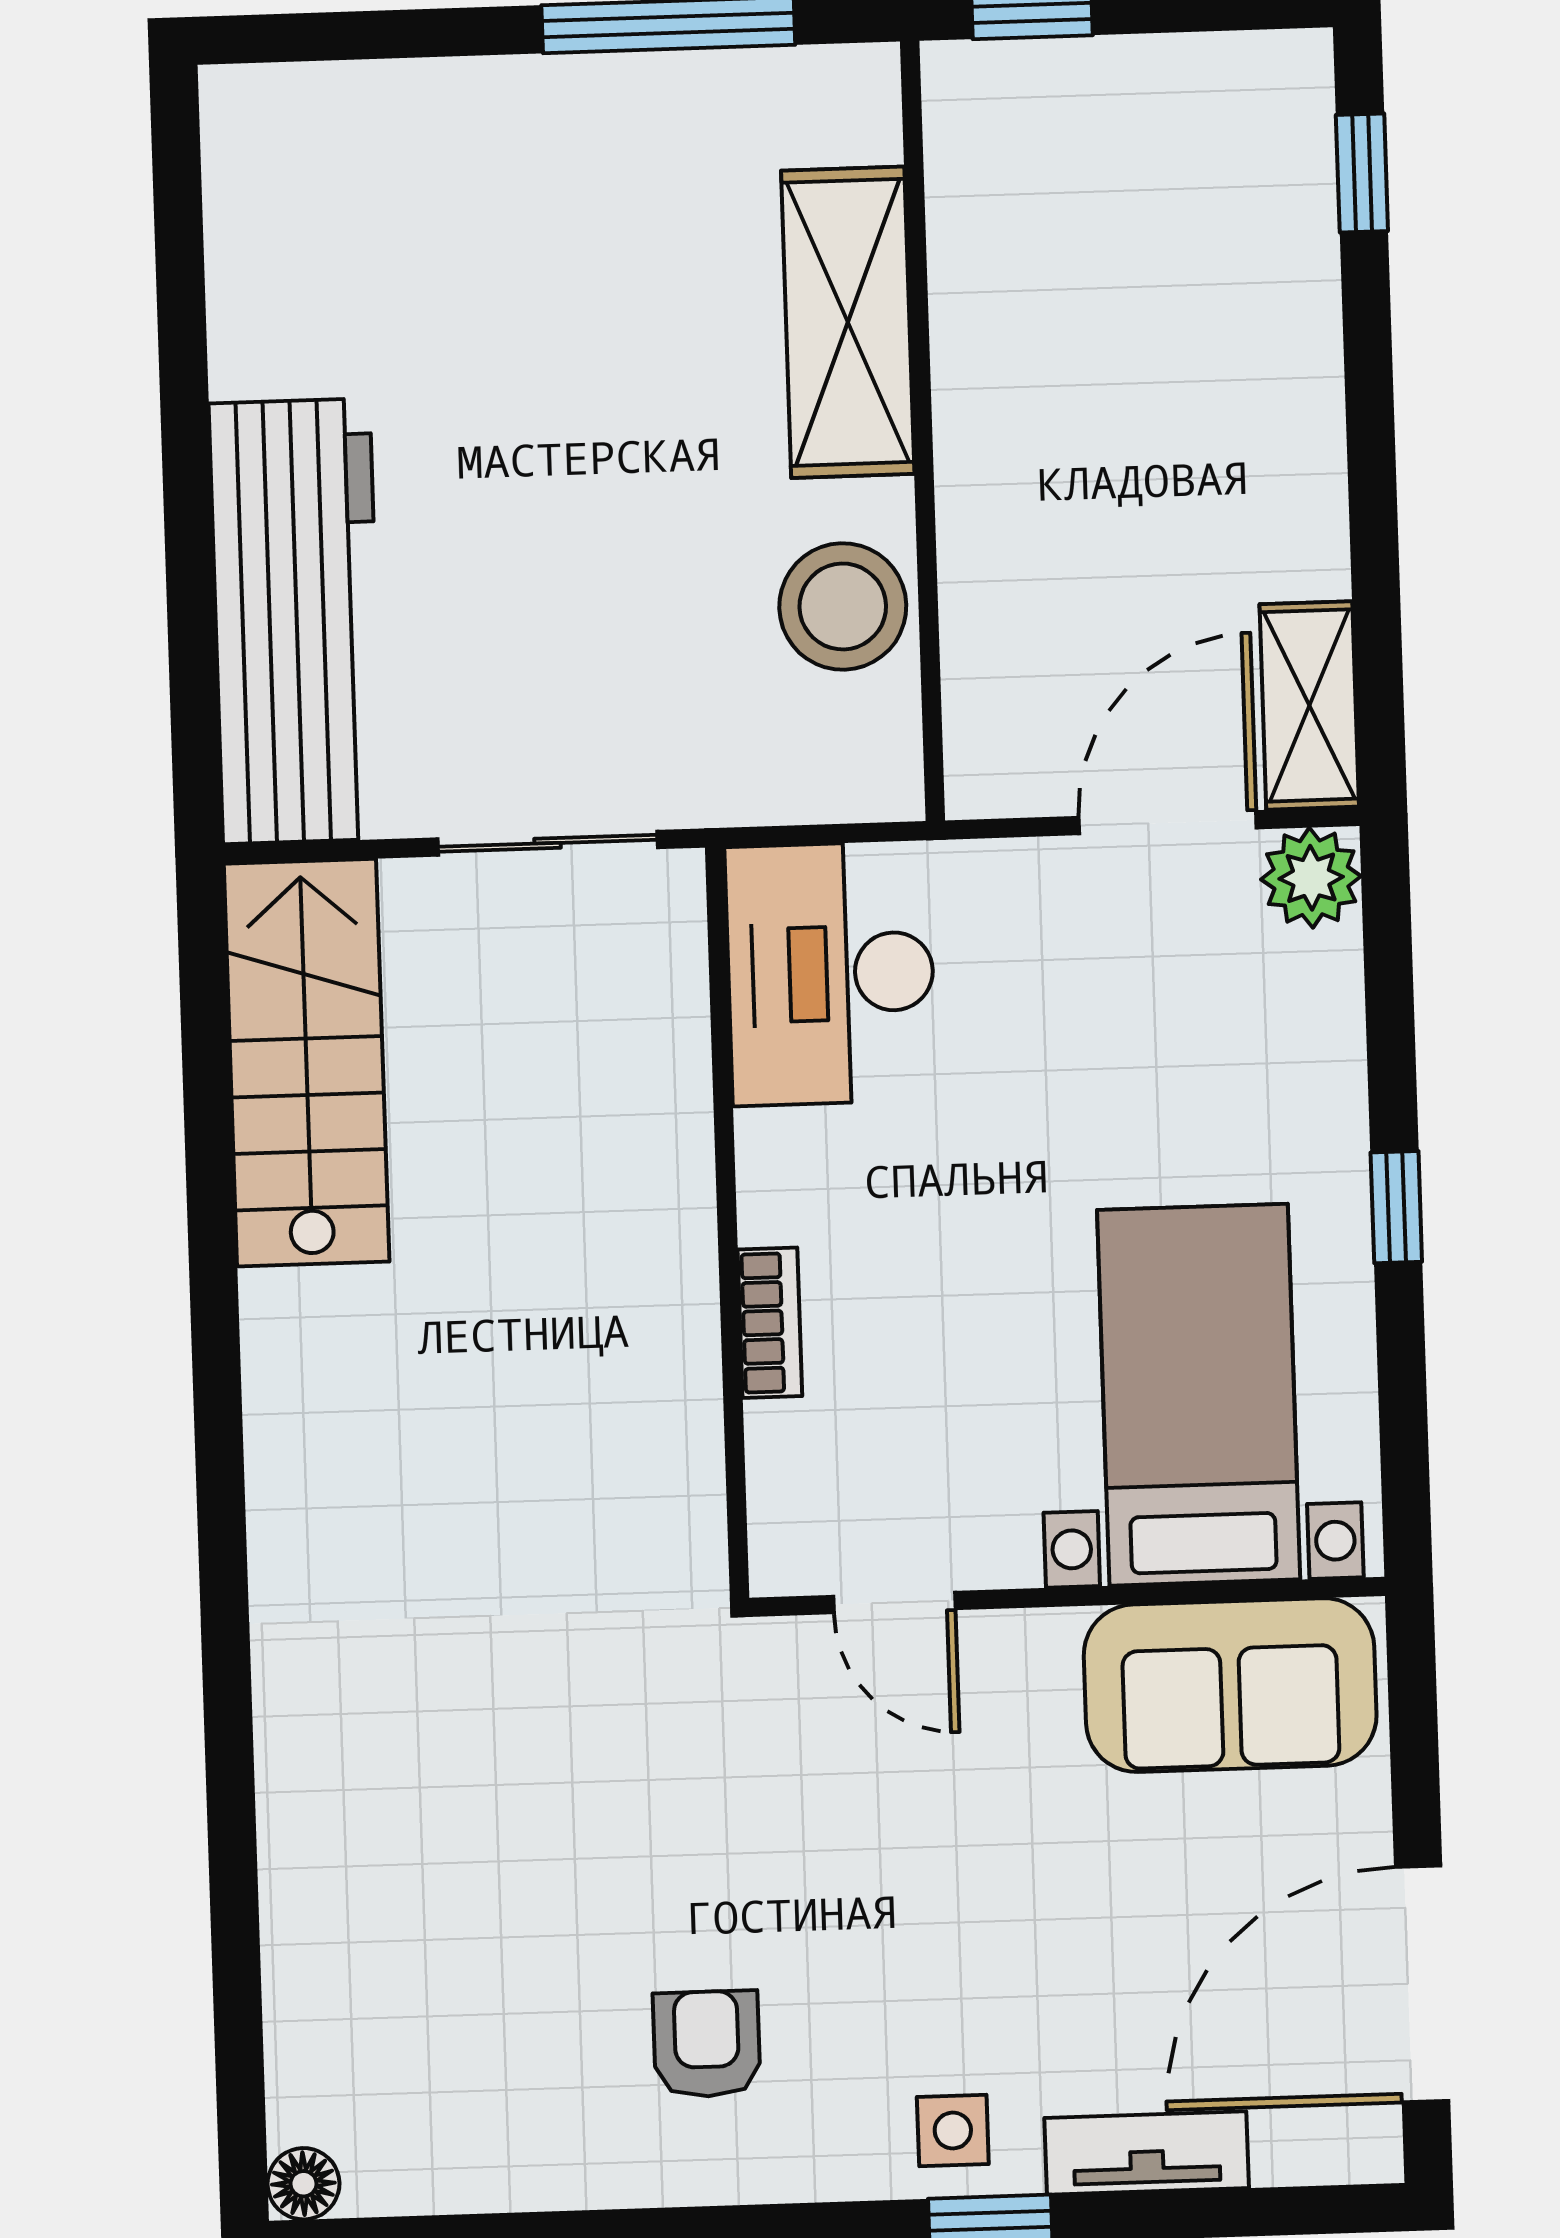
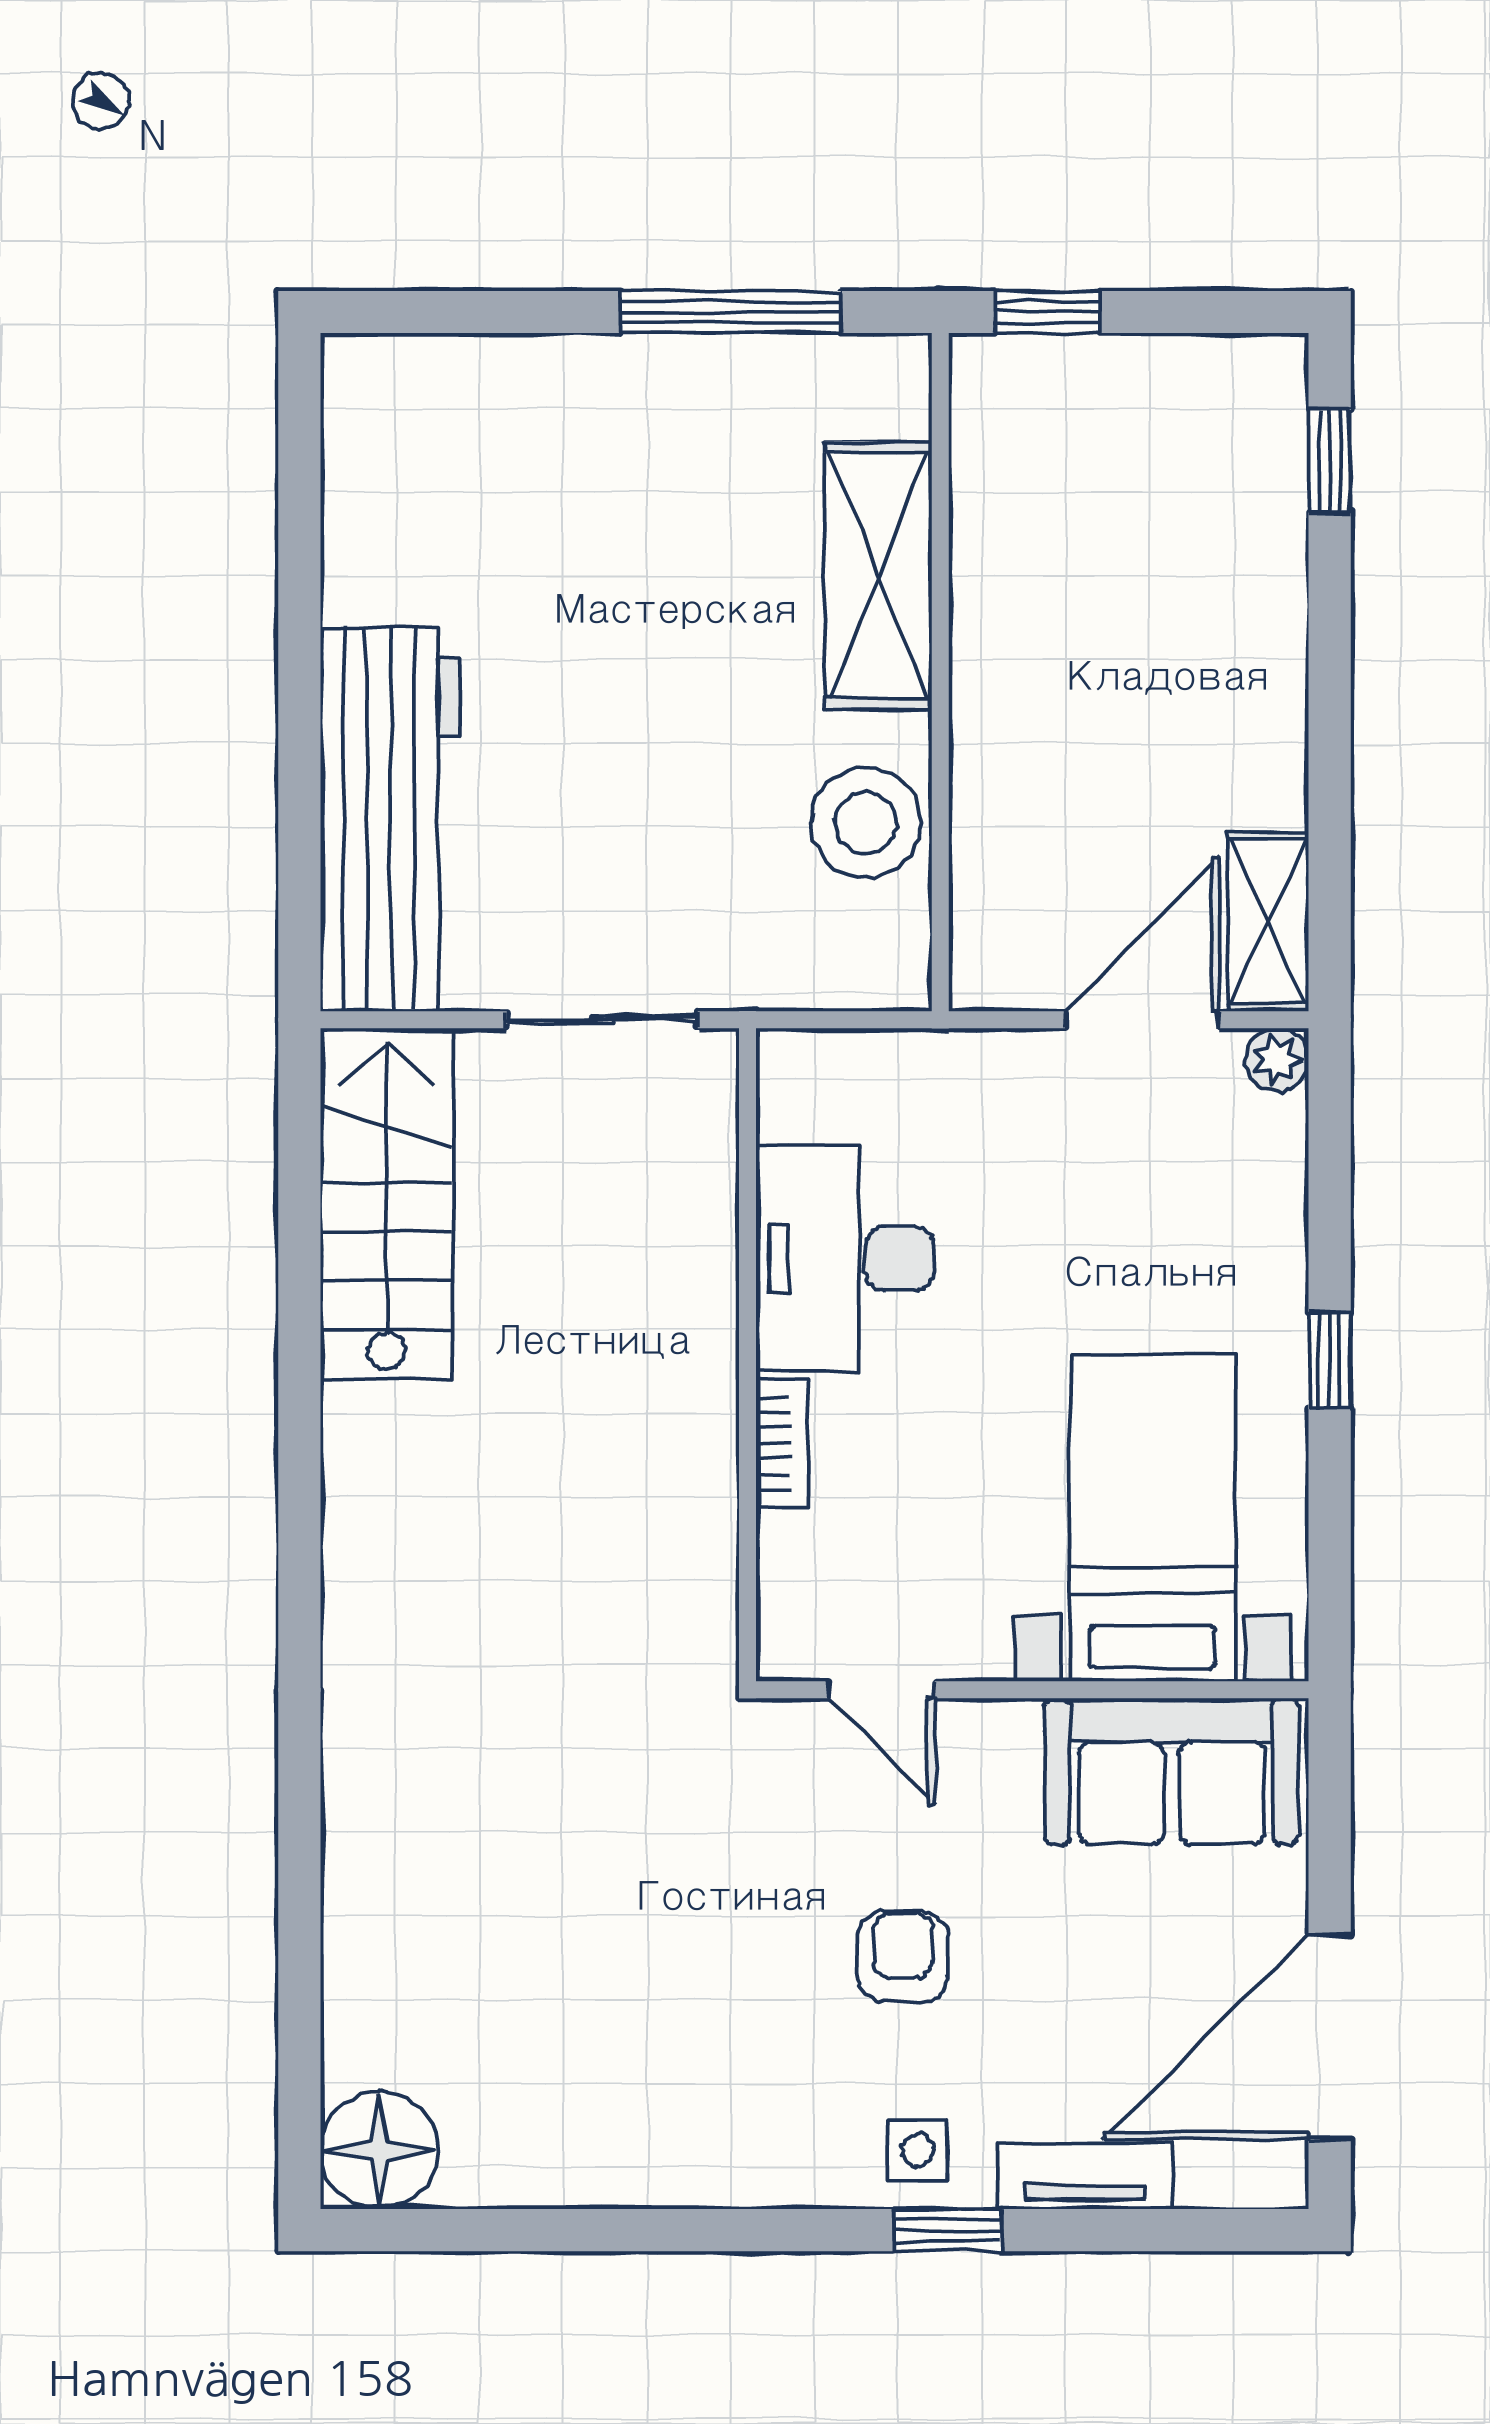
plant: (1311, 878) -> (1277, 1060), width x0.73, depth x0.73
desk: (831, 973) -> (845, 1259), moved
armchair: (707, 2044) -> (903, 1957), moved
floor lamp: (303, 2184) -> (379, 2150), width x1.89, depth x1.89

